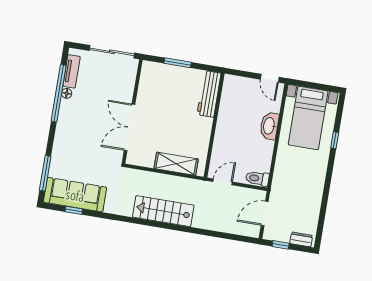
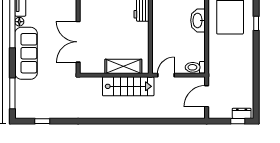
sofa: (75, 195) -> (26, 53), moved, turned 90
stairs: (163, 211) -> (128, 86), moved, turned 180
window: (281, 245) -> (238, 121), moved

